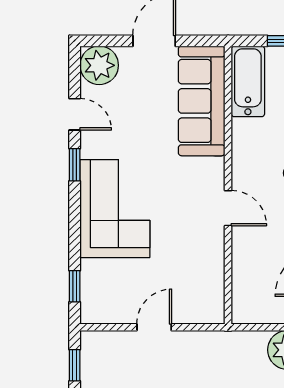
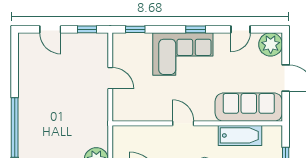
bathtub: (248, 81) -> (240, 135), moved
window: (75, 165) -> (196, 29), moved
door: (228, 208) -> (183, 123), swing flipped

